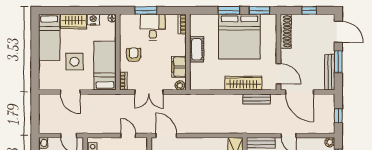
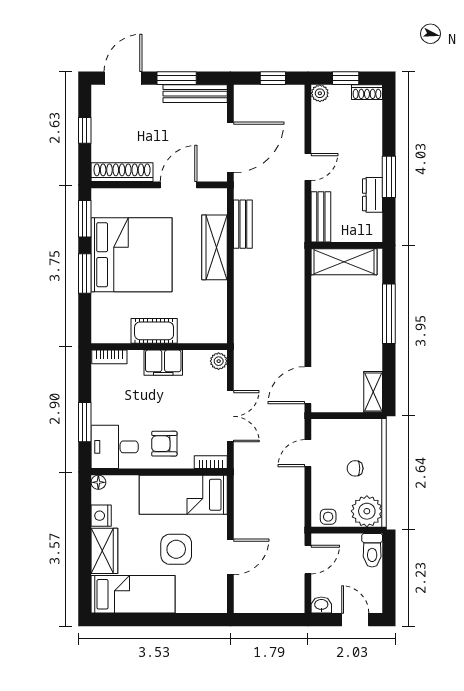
desk: (153, 27) -> (115, 447), moved
filing cabinet: (179, 67) -> (163, 363), moved
door: (279, 74) -> (179, 185), moved

